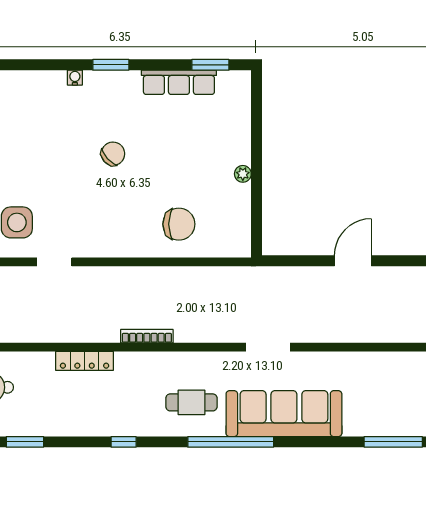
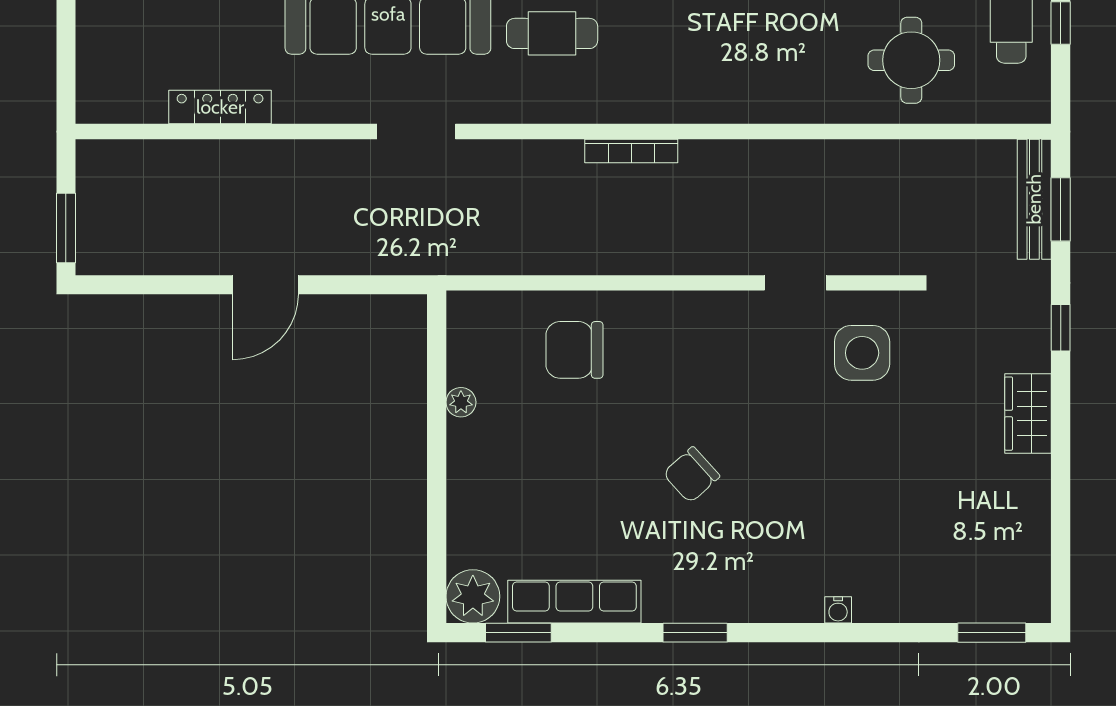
water cooler: (75, 78) -> (838, 610), moved
plant: (236, 85) -> (473, 596), added
plant: (243, 174) -> (461, 402), moved
locker: (85, 361) -> (220, 107), moved

